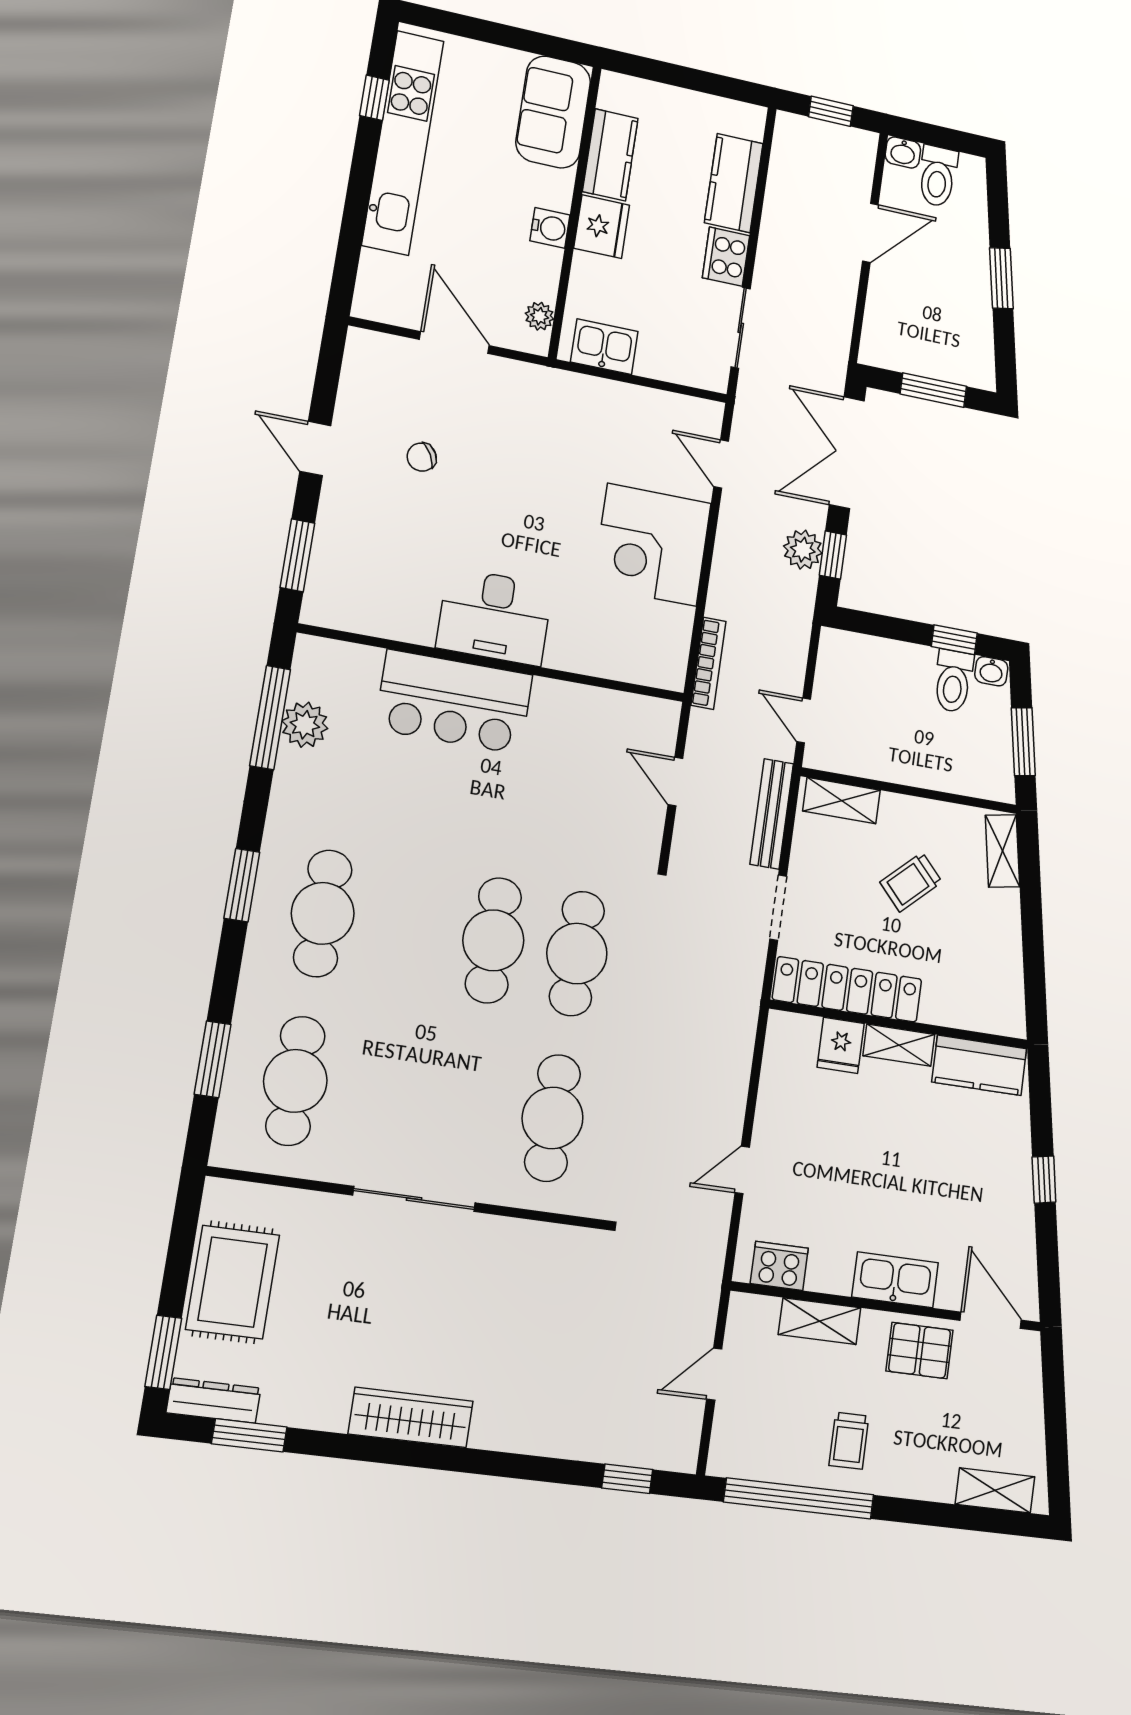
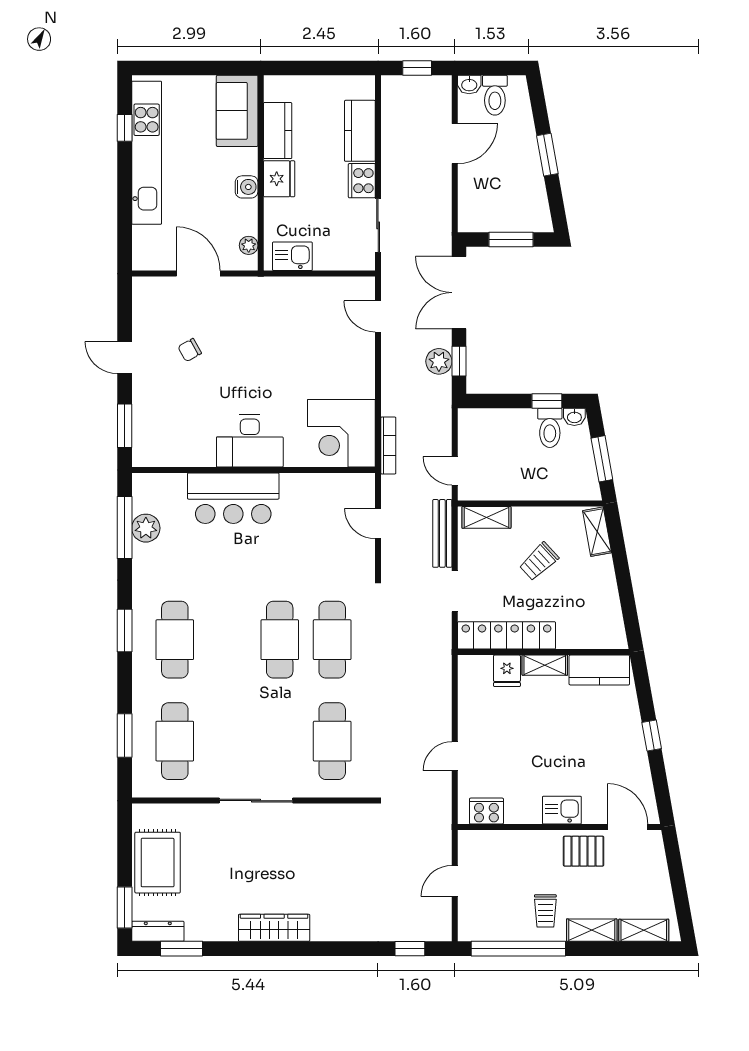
corner desk: (652, 545) -> (341, 433), moved
kitchen sink: (895, 1280) -> (562, 810), width x0.73
shelving: (820, 1321) -> (592, 930), moved

